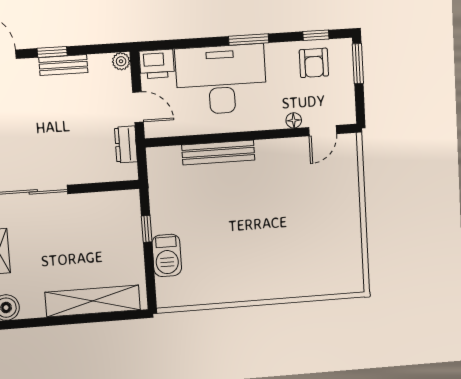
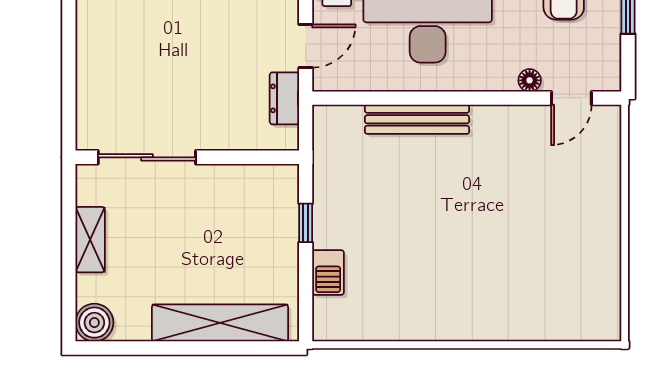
door: (138, 107) -> (306, 46), hinge flipped
barbecue: (167, 255) -> (328, 273), width x0.73, depth x0.79

